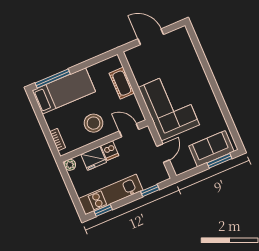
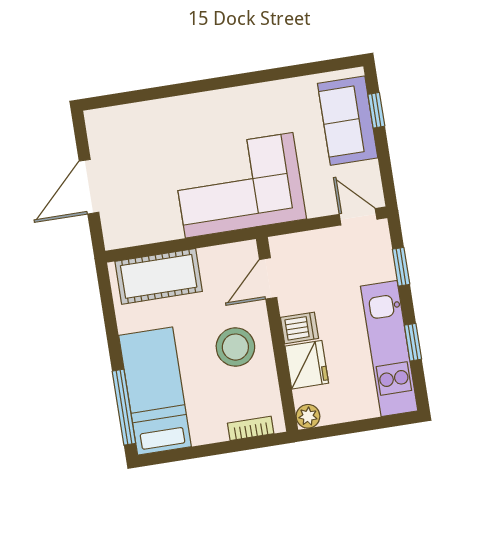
cot: (122, 83) -> (159, 276), width x1.37, depth x1.34
door: (163, 153) -> (358, 217), moved
window: (220, 161) -> (376, 110), width x0.67
window: (103, 210) -> (413, 342), moved

